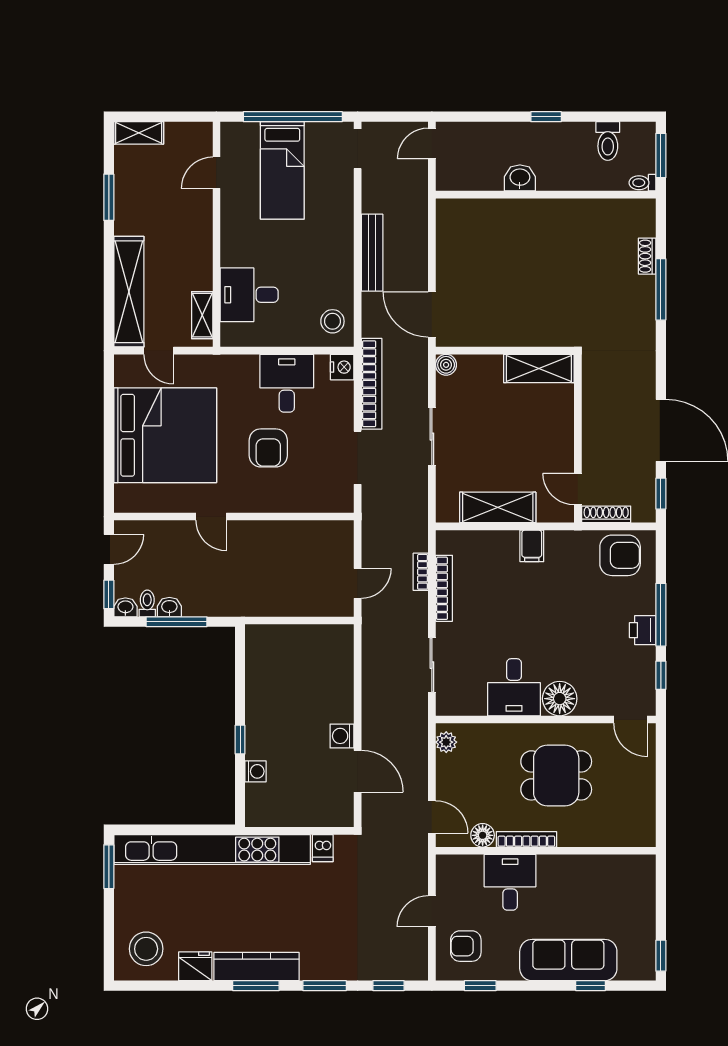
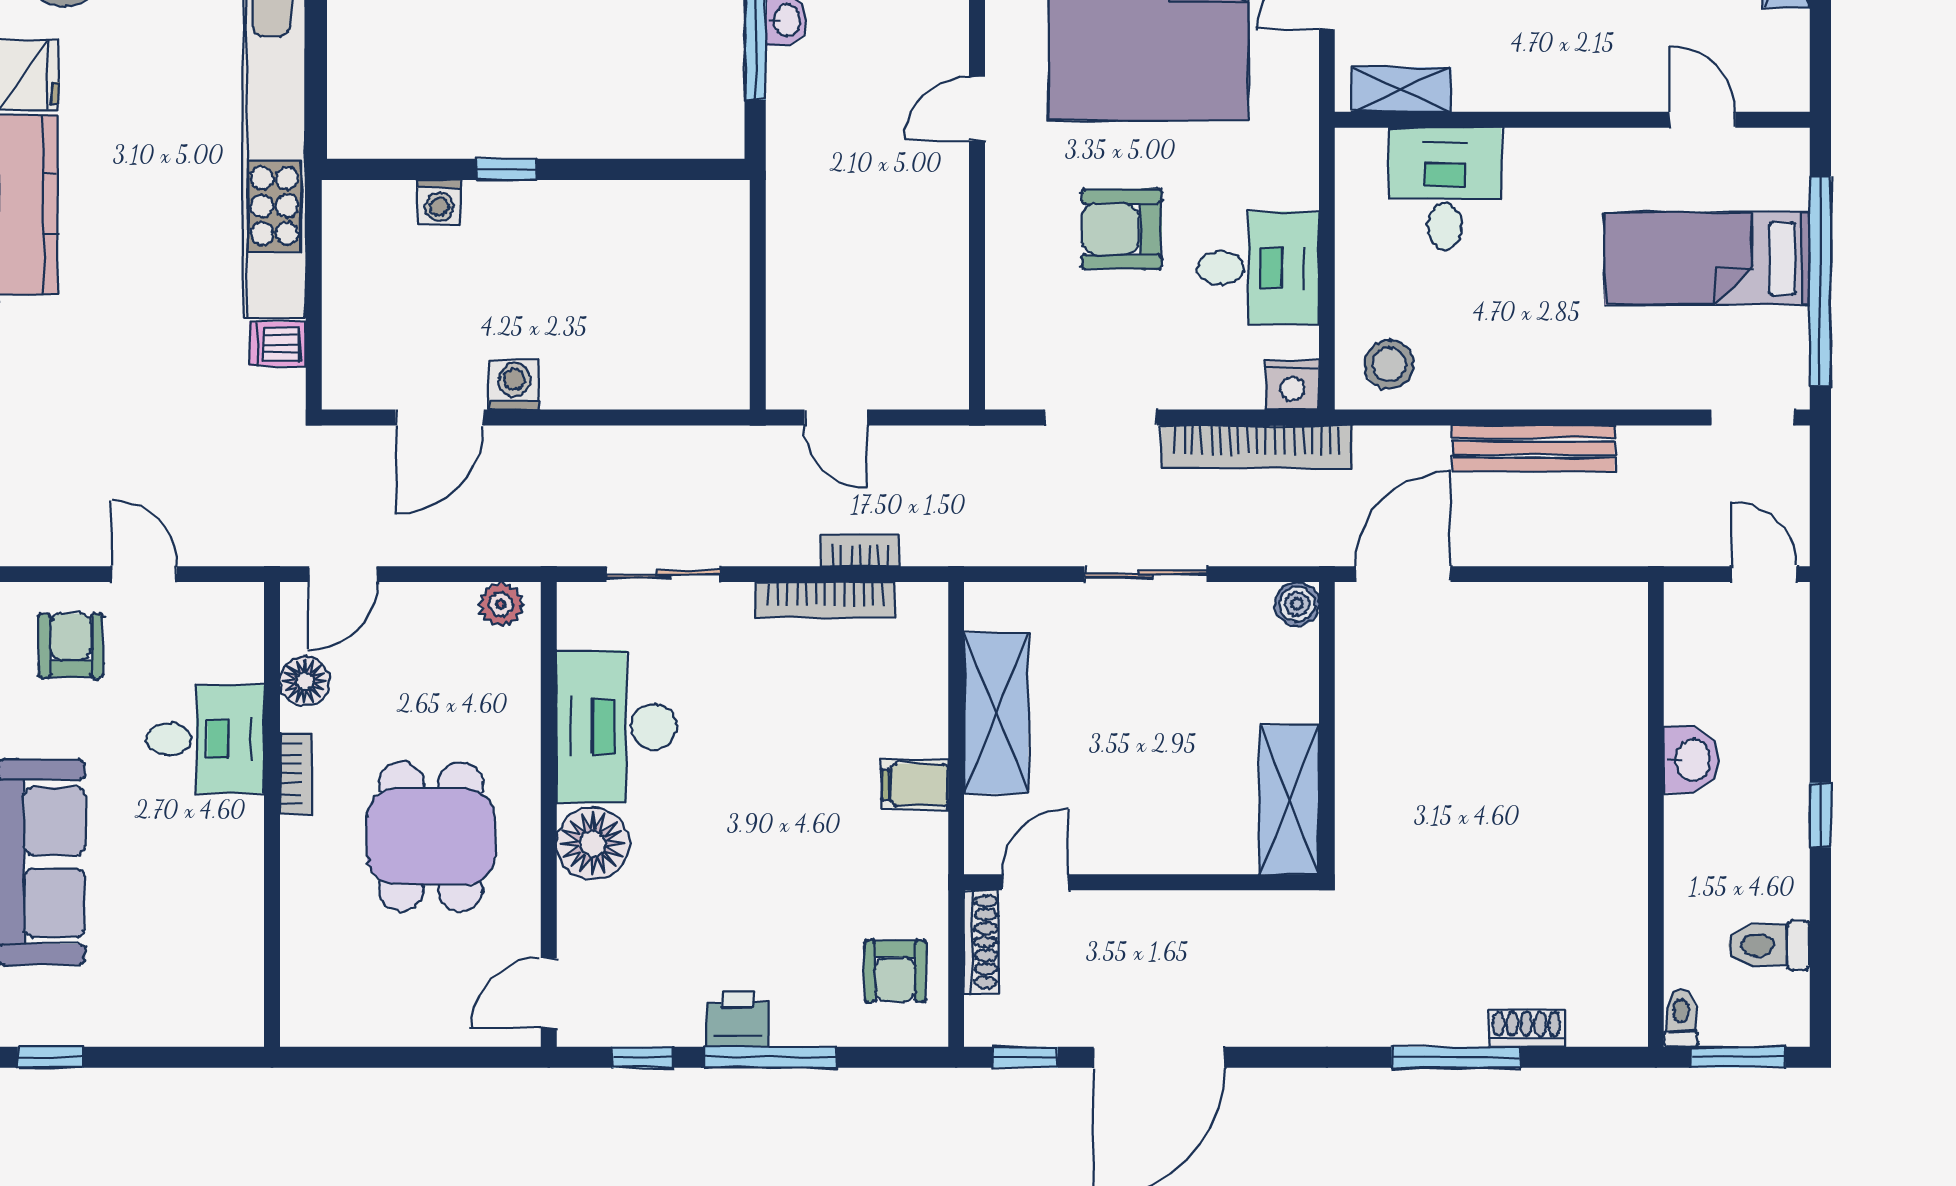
armchair: (620, 555) -> (895, 971), width x0.72, depth x0.72
desk: (514, 687) -> (617, 727), width x1.37
bookcase: (526, 839) -> (296, 774), width x0.64

